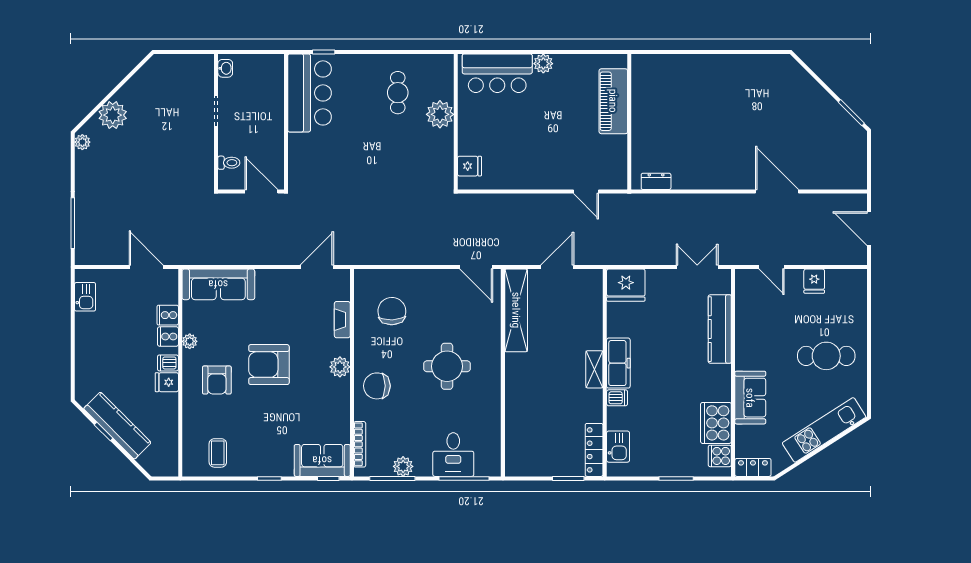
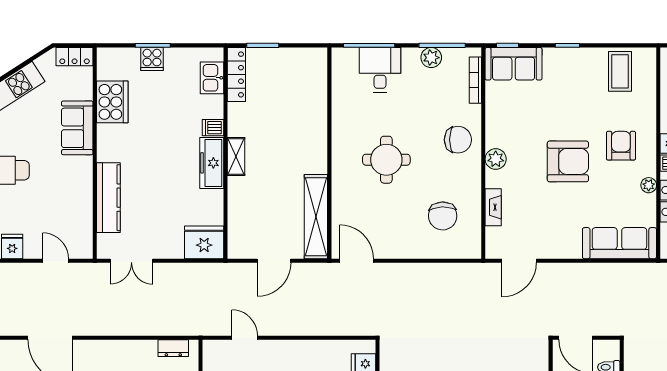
coffee table: (218, 453) -> (620, 71), width x1.36, depth x1.30
cooker: (720, 456) -> (152, 59), moved, turned 90

